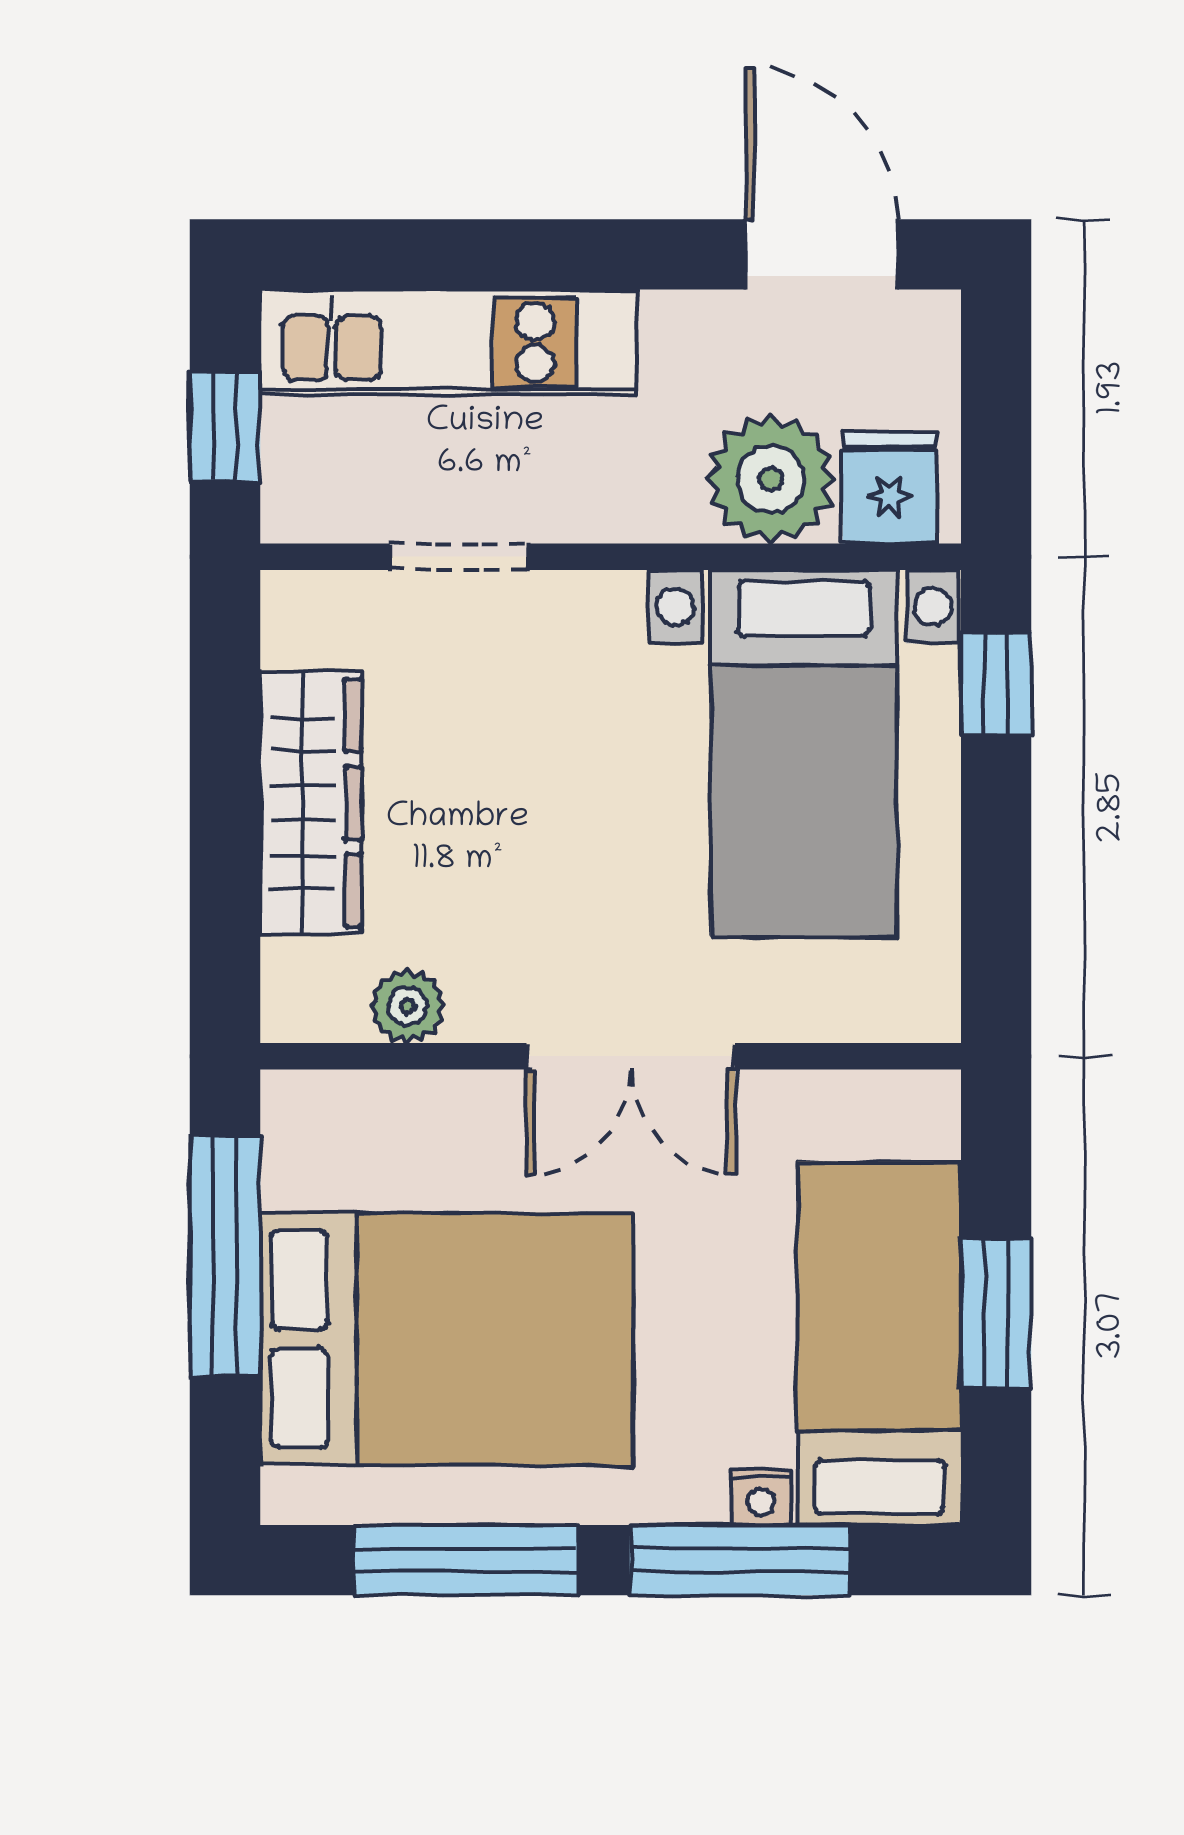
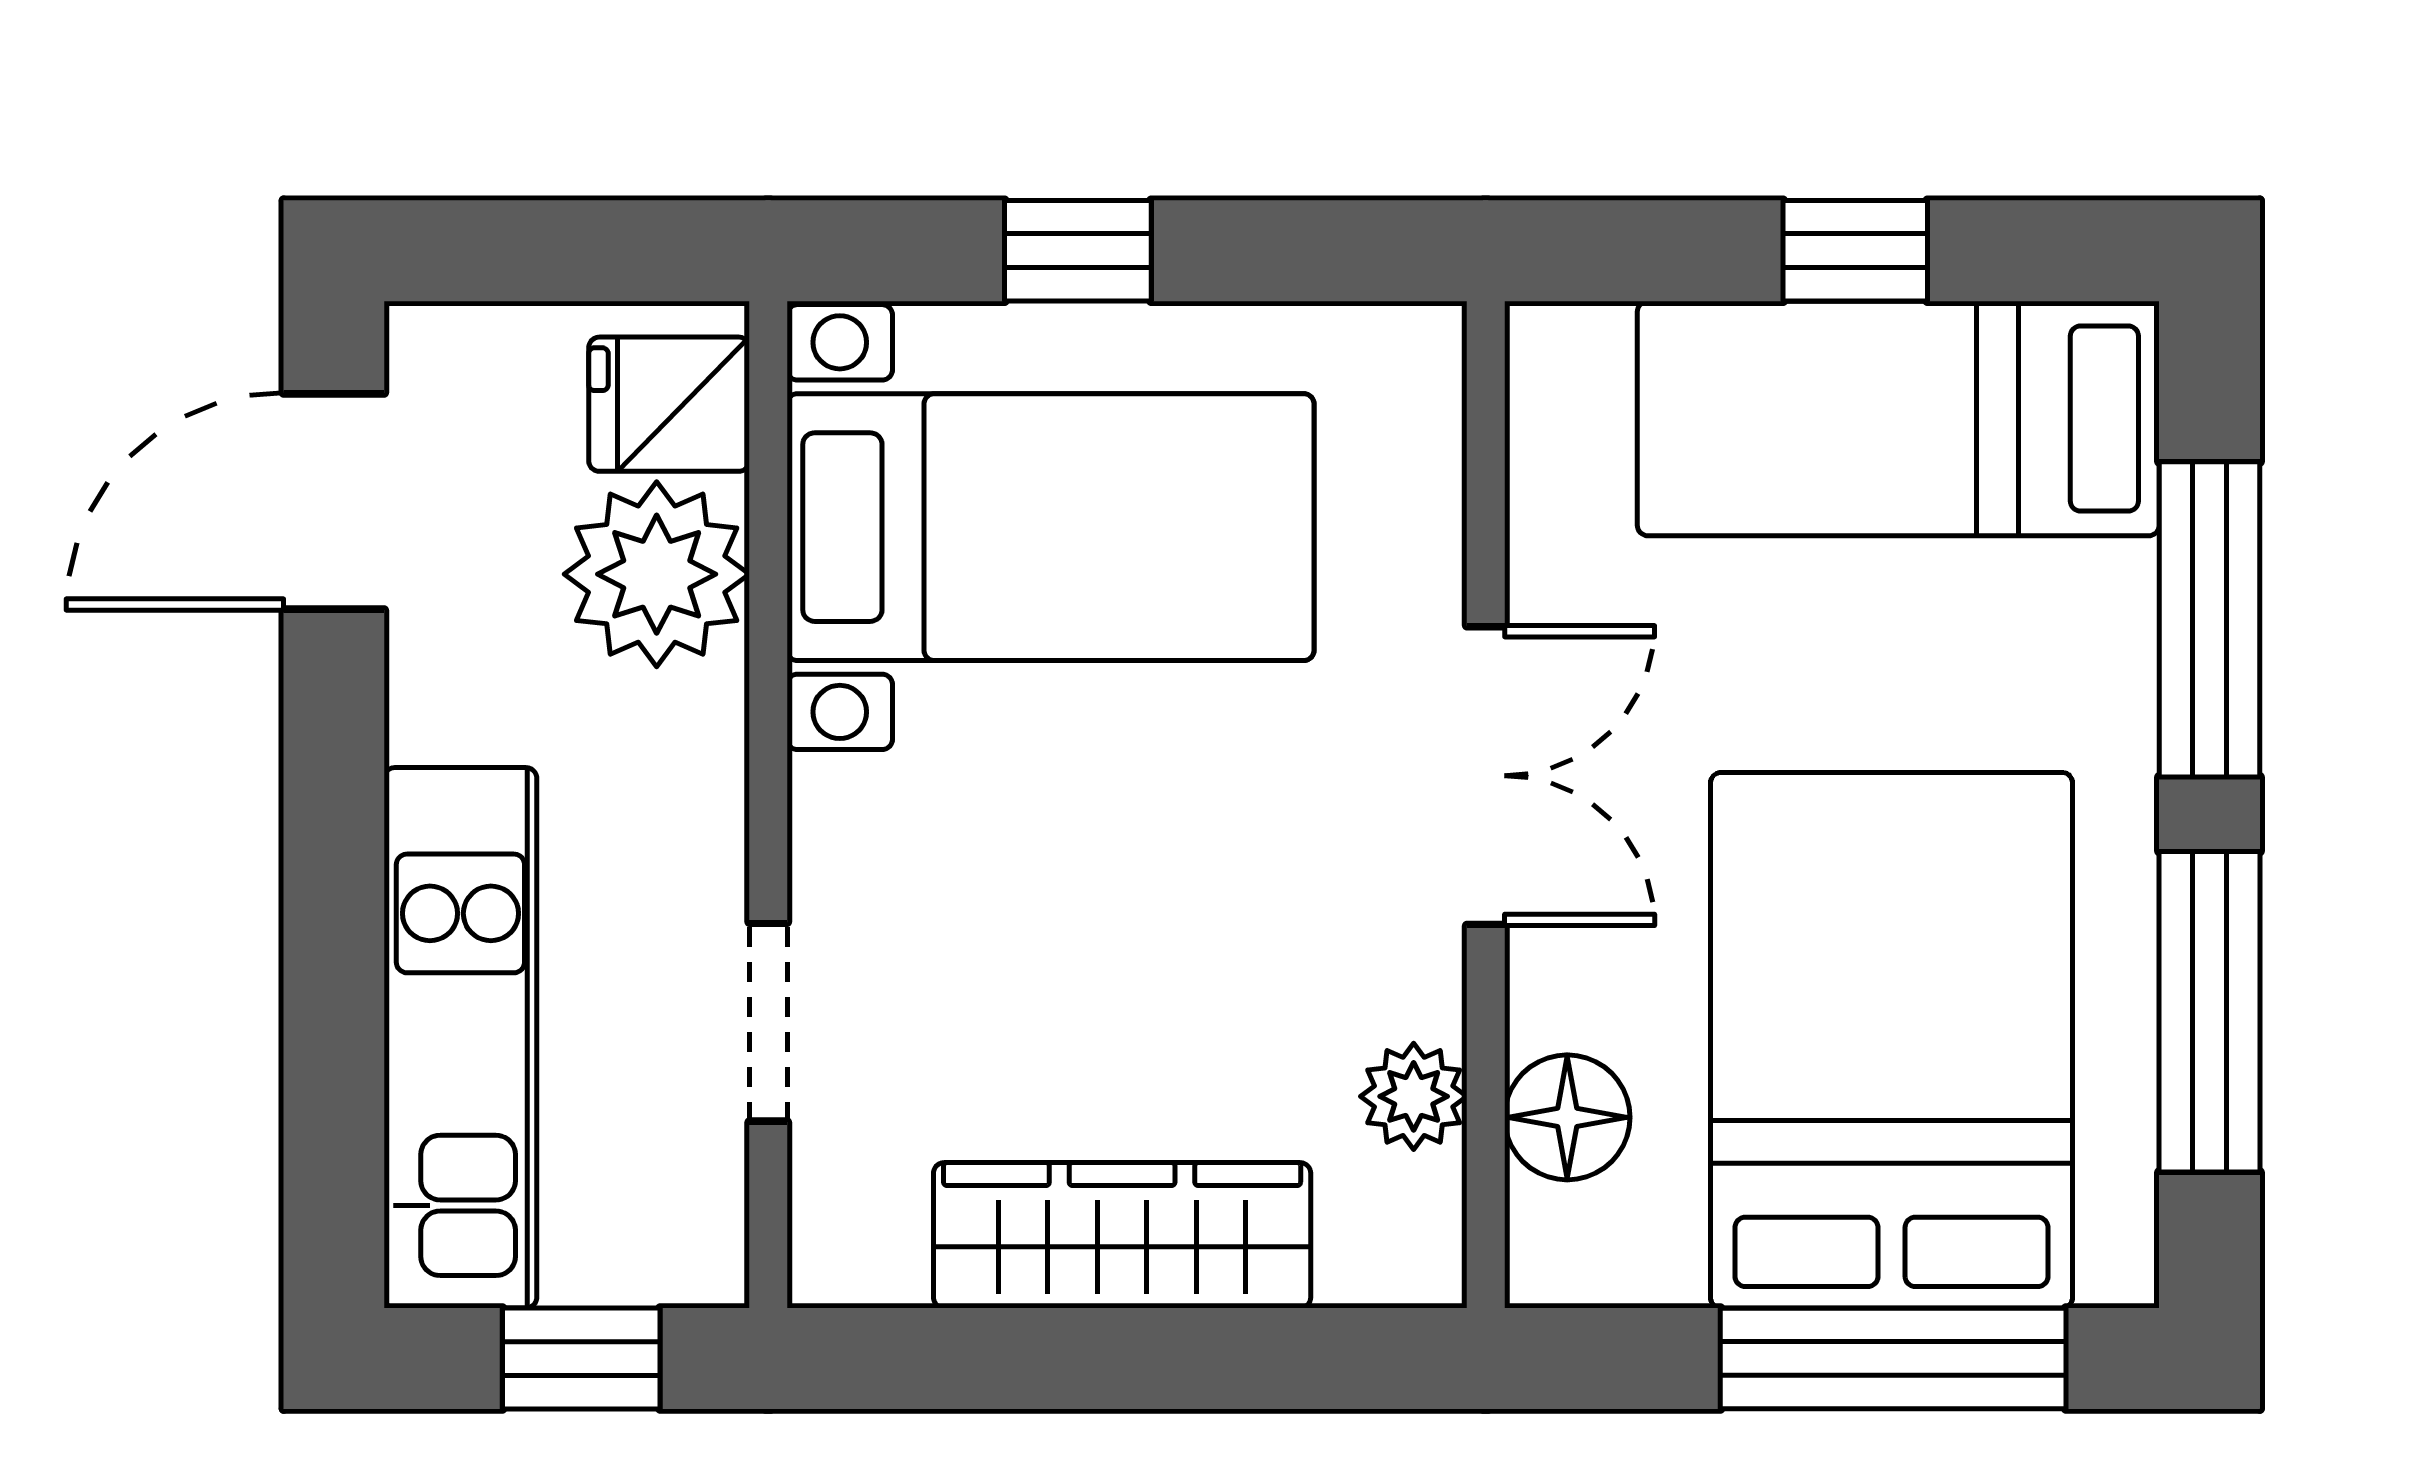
window: (996, 684) -> (1078, 251), moved
floor lamp: (393, 1113) -> (1567, 1117), added
window: (225, 1256) -> (1893, 1359), moved
window: (996, 1314) -> (1855, 251), width x0.67
nightstand: (761, 1497) -> (2119, 588), removed

